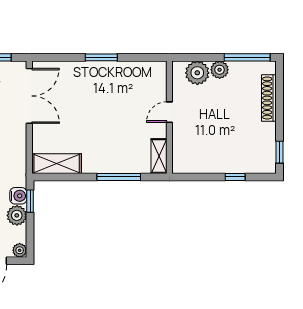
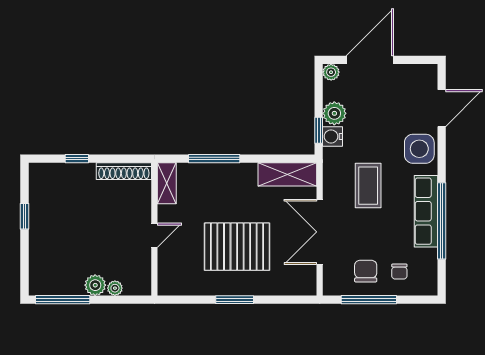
plant: (197, 73) -> (115, 288), width x0.53, depth x0.53
double door: (29, 96) -> (320, 232), moved
shoe rack: (269, 98) -> (124, 171), moved, turned 90
pallet: (99, 102) -> (237, 247), added
window: (280, 152) -> (24, 216), moved

